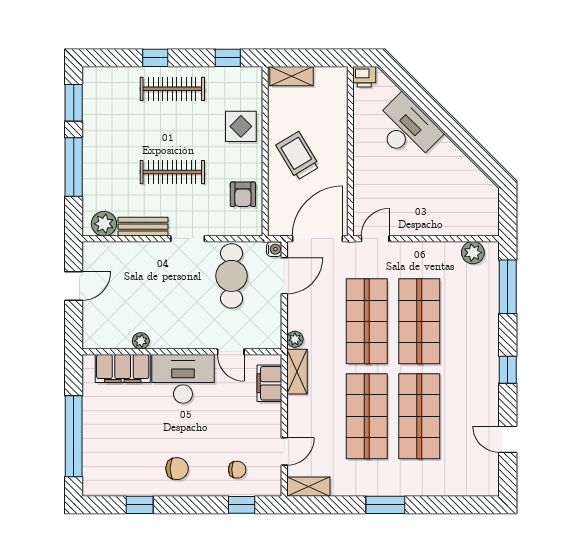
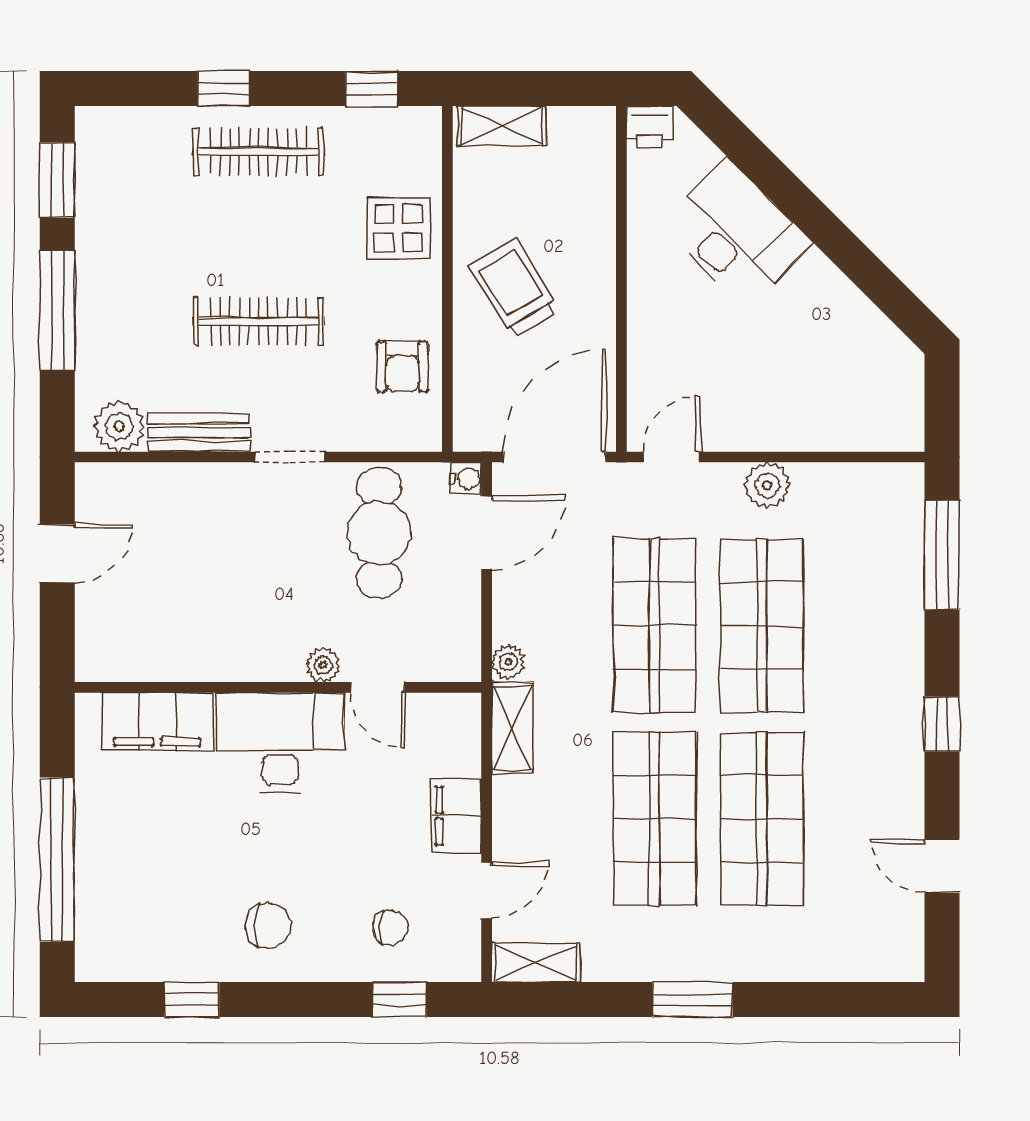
plant: (473, 253) -> (767, 485), moved
plant: (141, 341) -> (323, 665), moved
filing cabinet: (269, 383) -> (456, 816), moved

